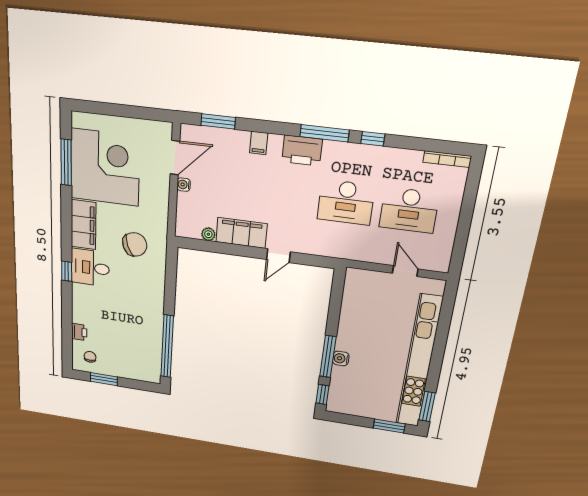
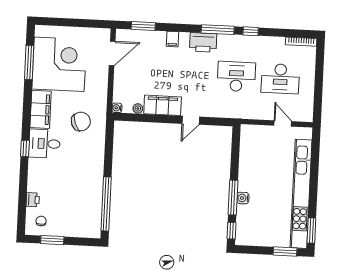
water cooler: (184, 185) -> (117, 108), moved
desk: (346, 202) -> (236, 77), turned 180

